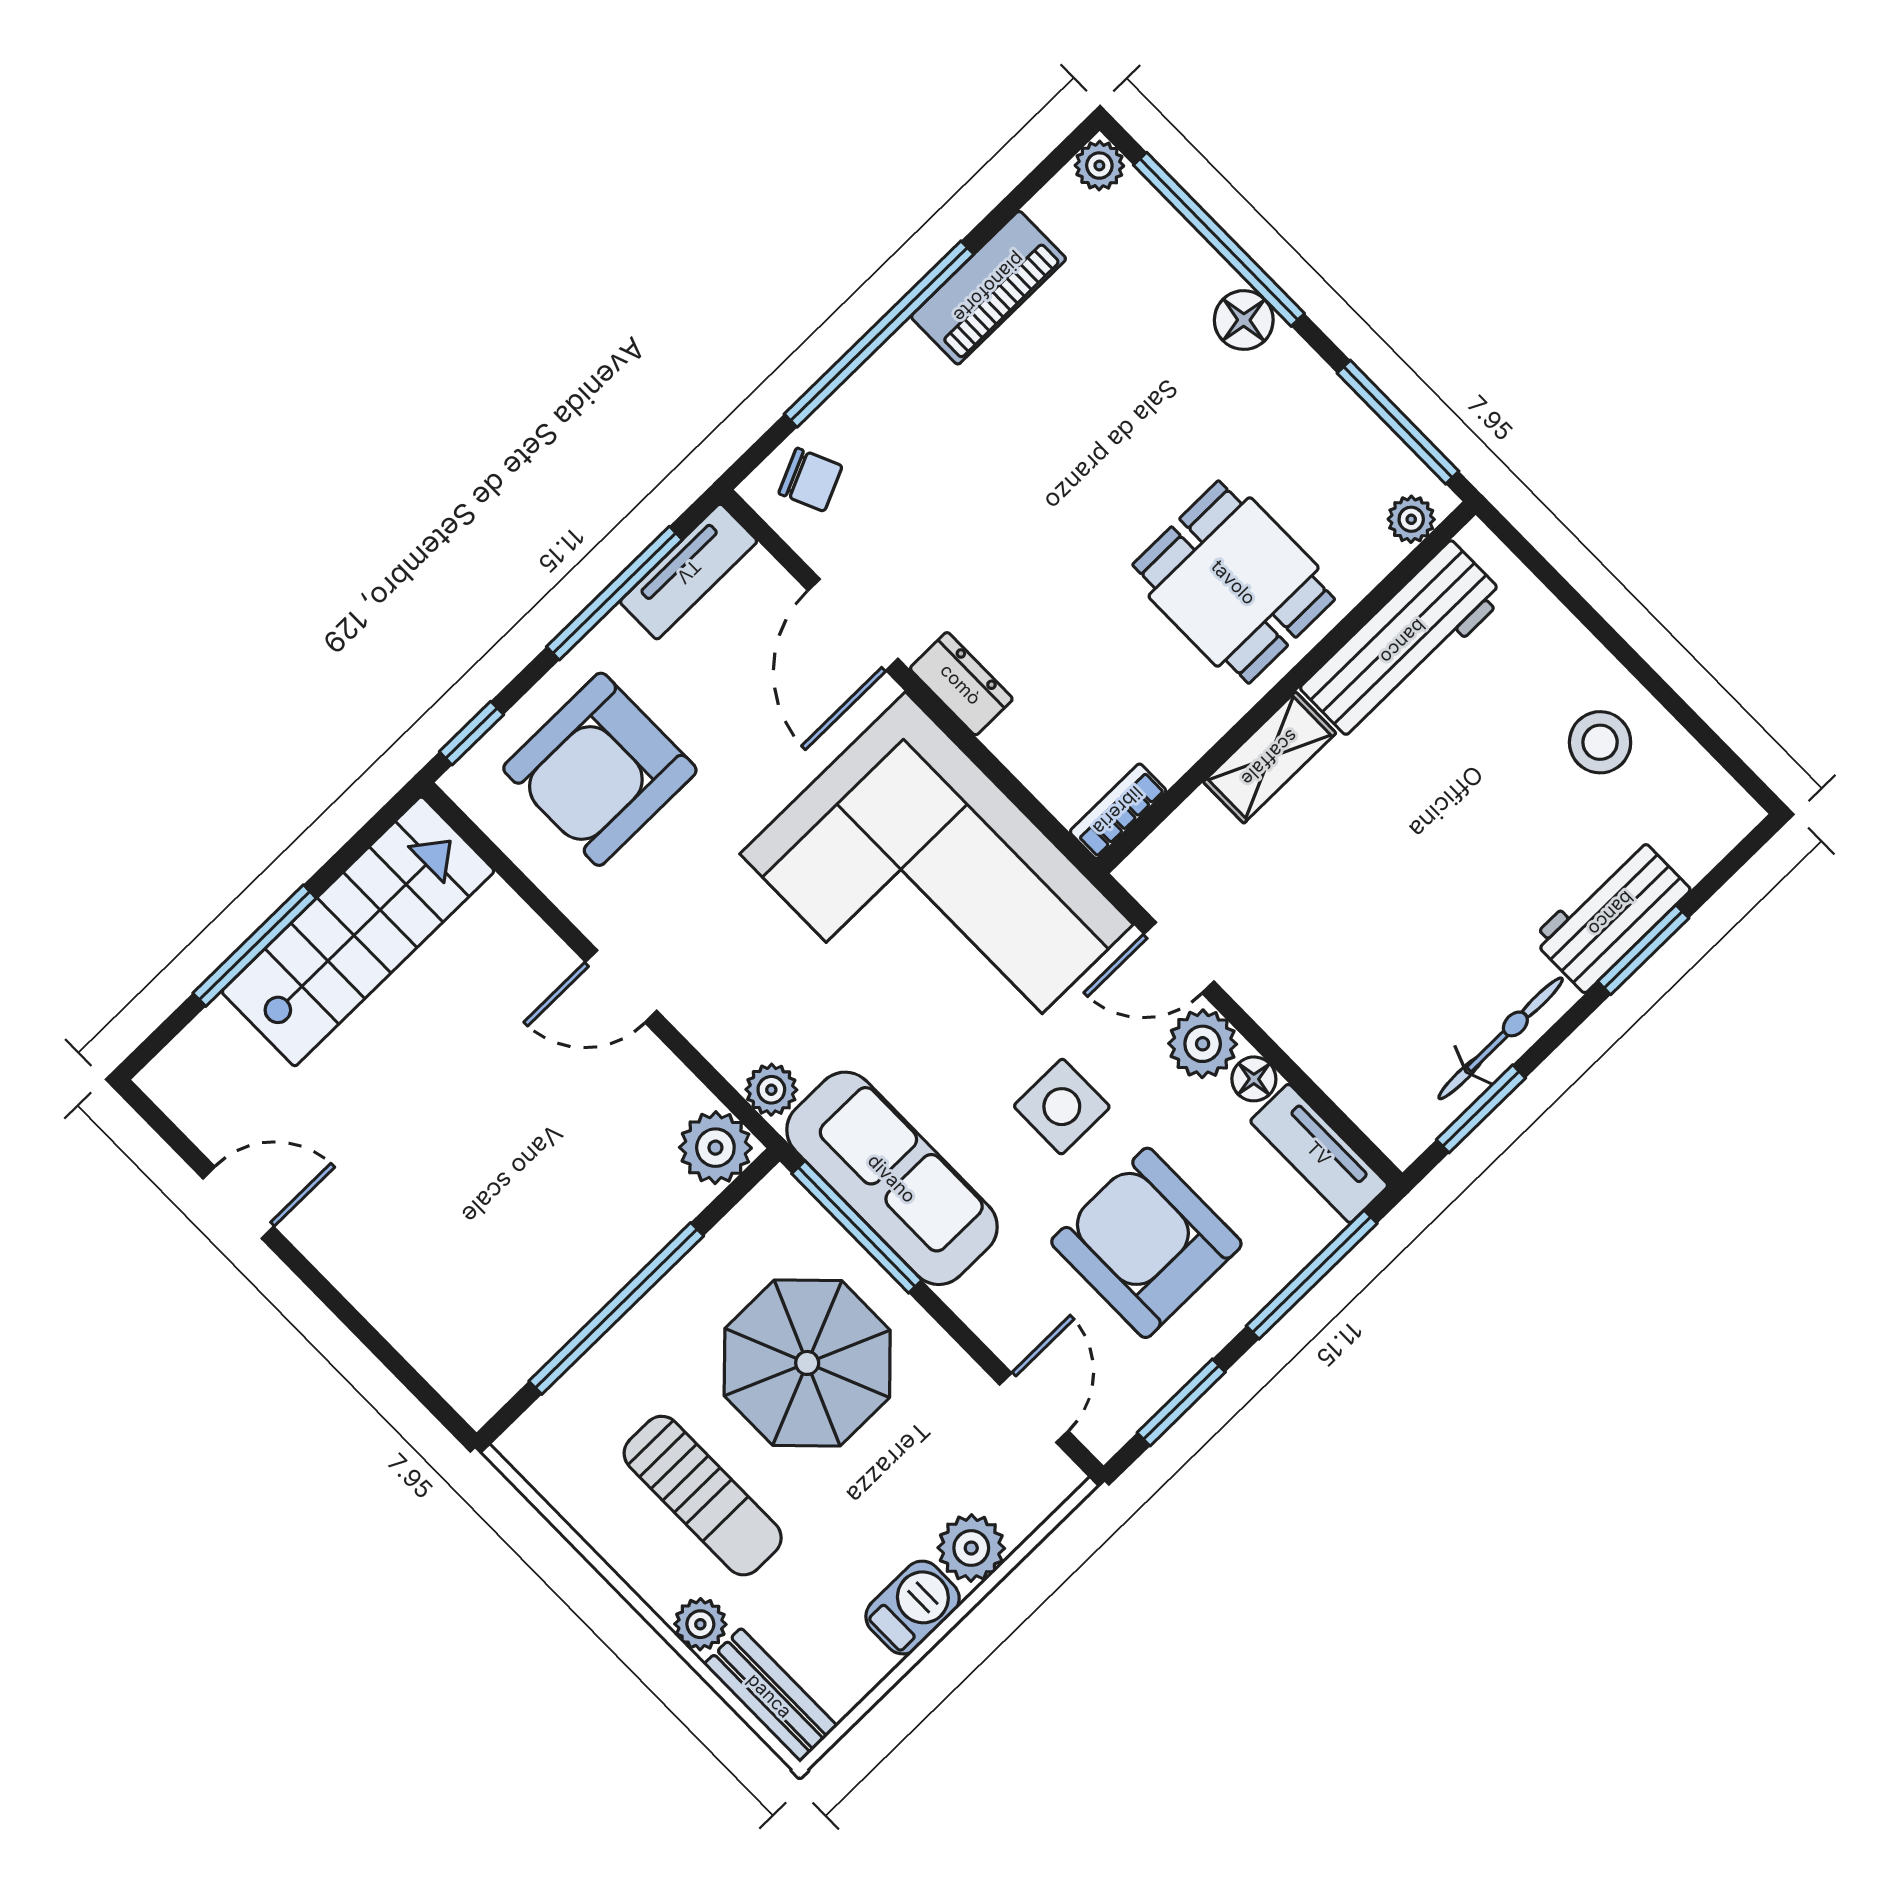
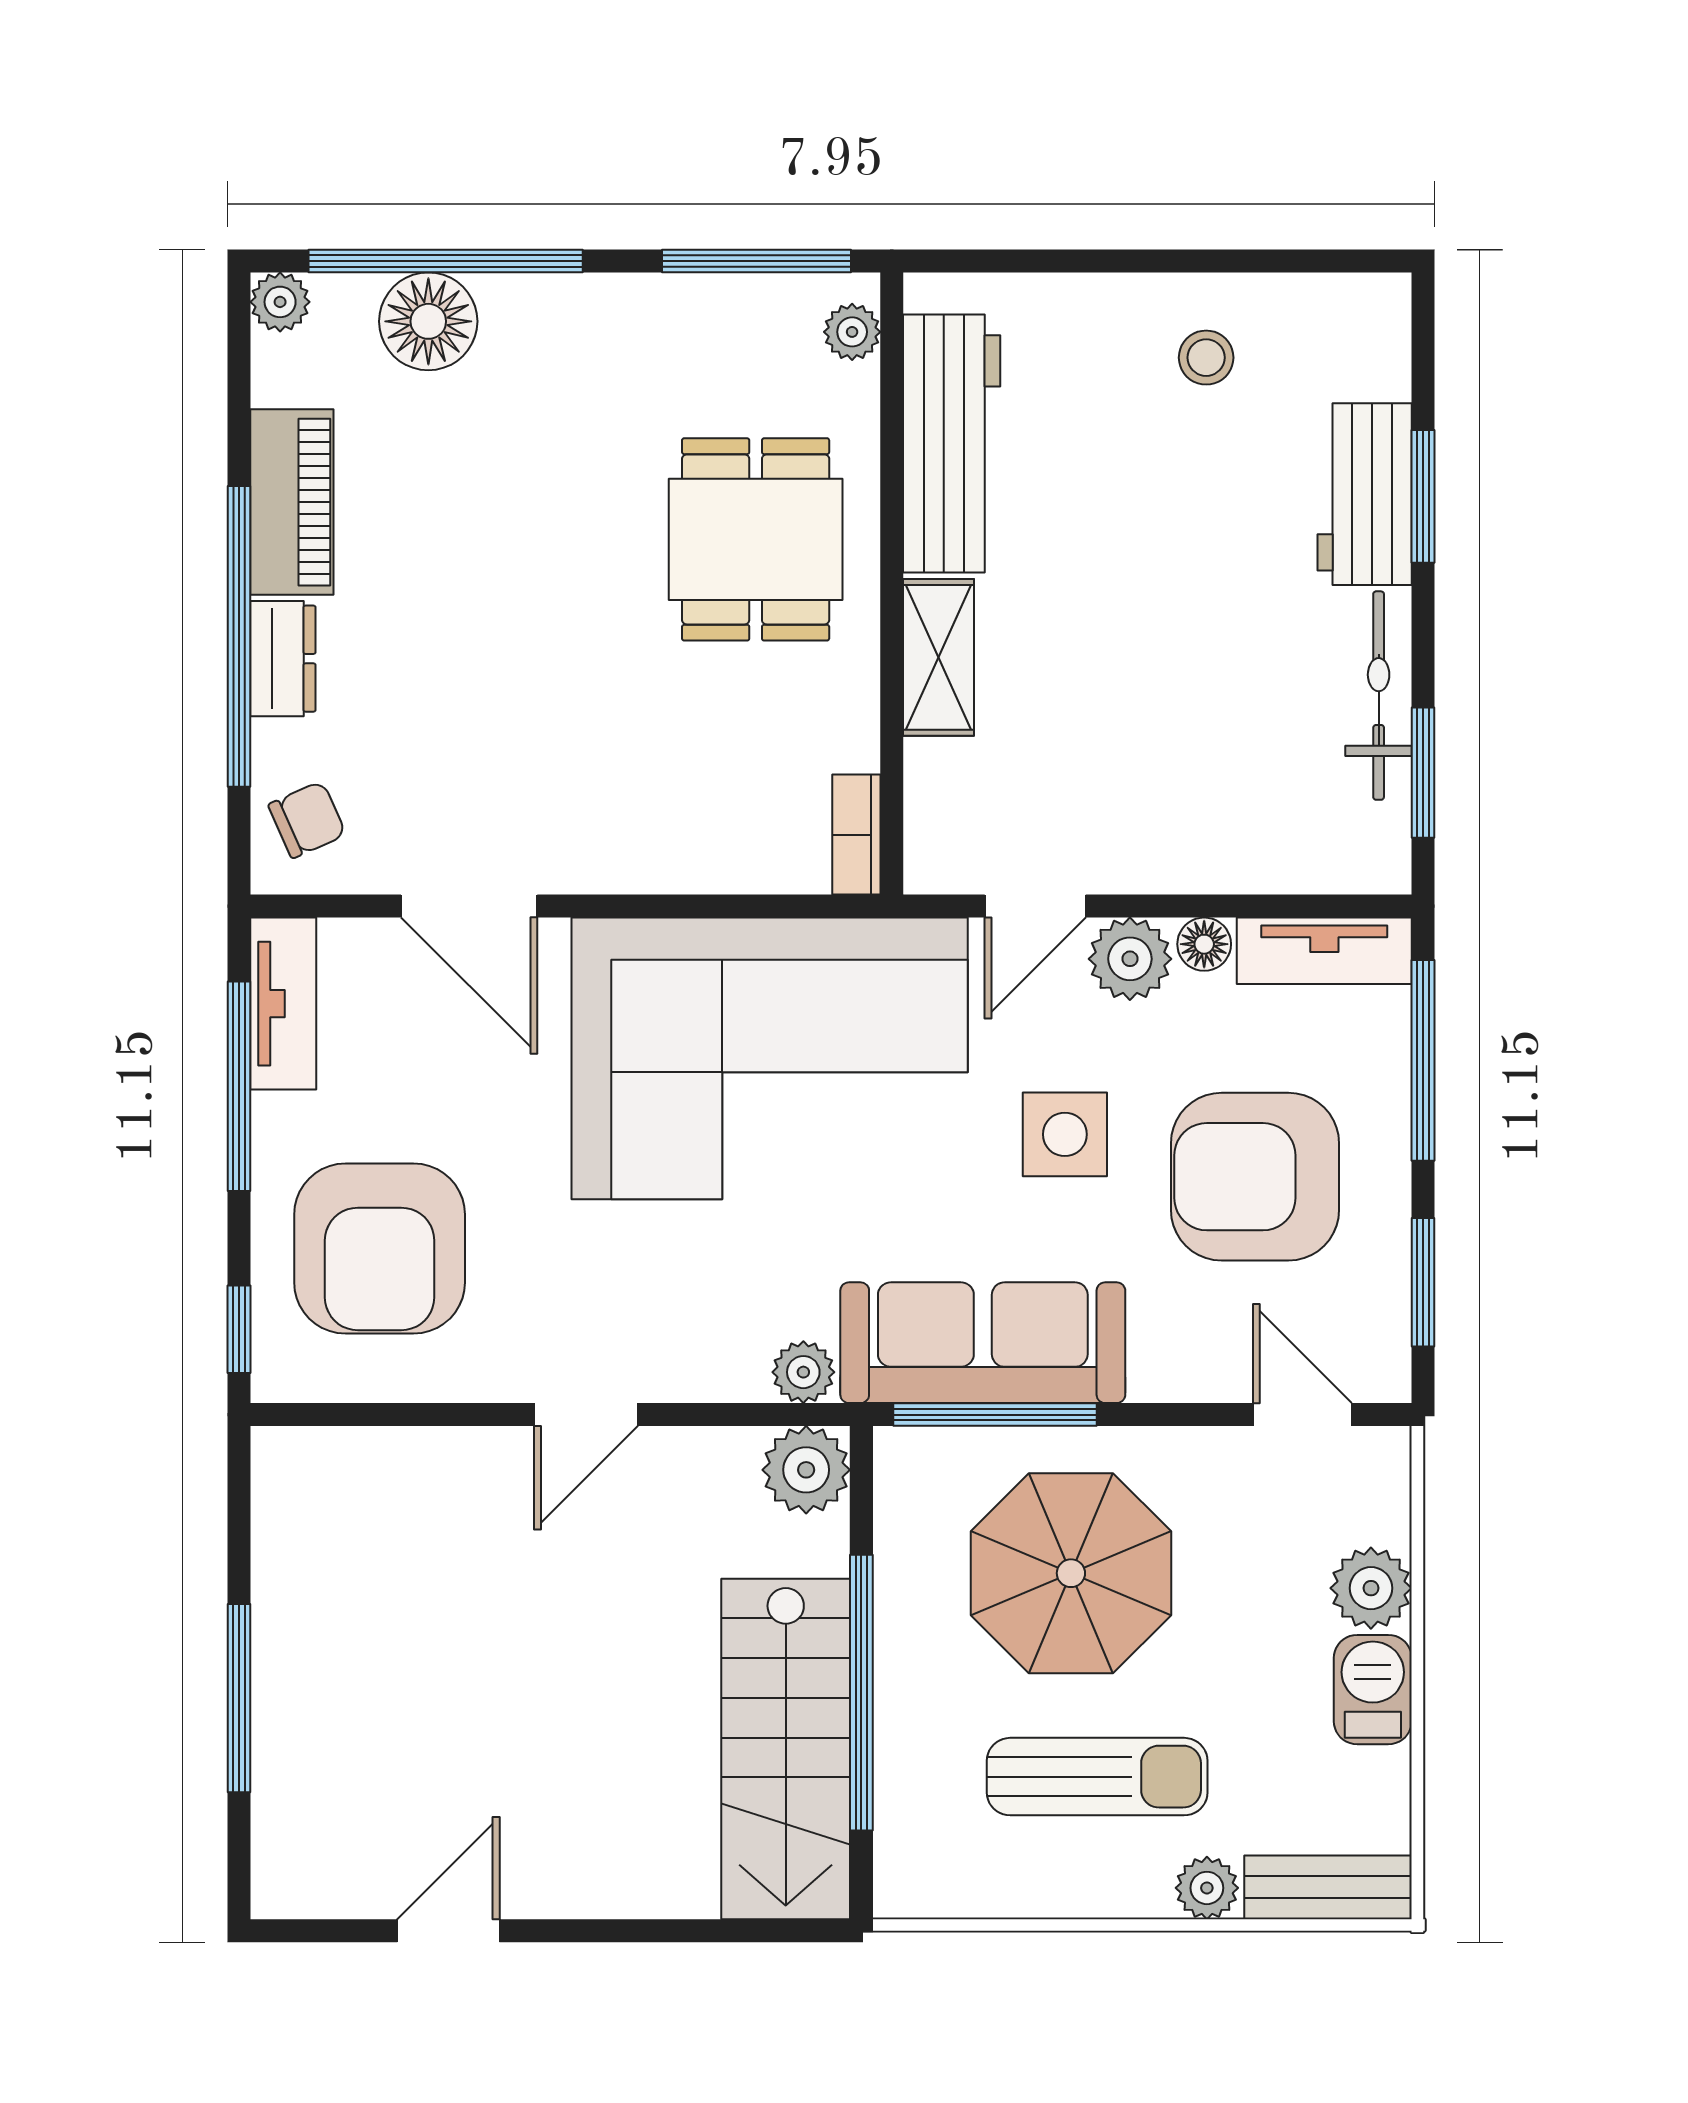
floor lamp: (1244, 320) -> (428, 321), moved, width x1.38, depth x1.38
dining table: (1234, 582) -> (756, 539), turned 90
dresser: (961, 684) -> (283, 659), moved, turned 90
stool: (1600, 742) -> (1206, 358), width x0.73, depth x0.73
stairs: (358, 931) -> (786, 1749), moved, turned 180

